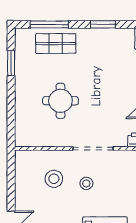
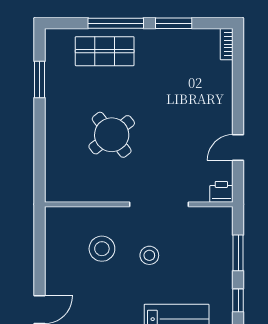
window: (49, 24) -> (116, 23), moved
round table: (61, 101) -> (112, 135), turned -38

